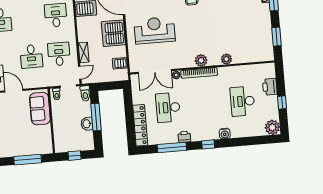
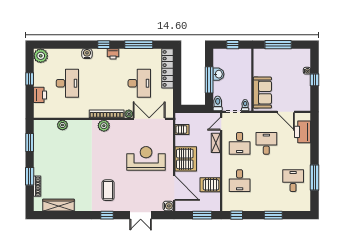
reception desk: (154, 30) -> (146, 158), turned 180
plant: (226, 59) -> (62, 125), moved
printer: (184, 137) -> (113, 54), moved

